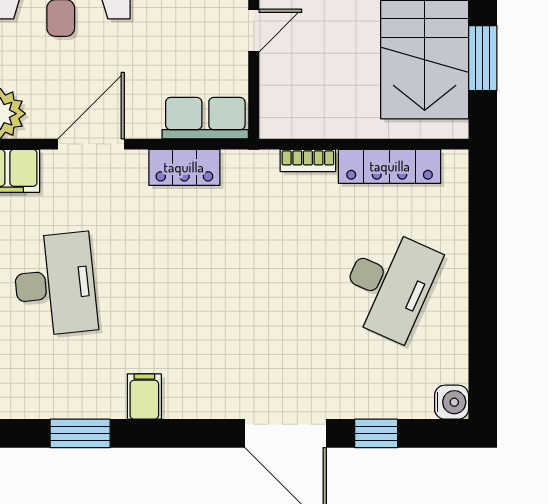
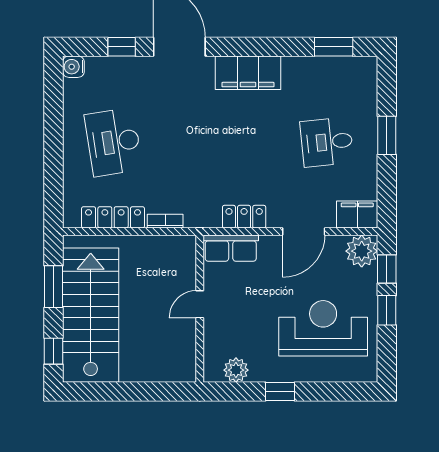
desk: (55, 284) -> (327, 142), width x0.73
desk: (389, 284) -> (113, 142), turned -33
filing cabinet: (144, 396) -> (248, 73), width x3.00, depth x1.17
window: (80, 433) -> (334, 47), moved

